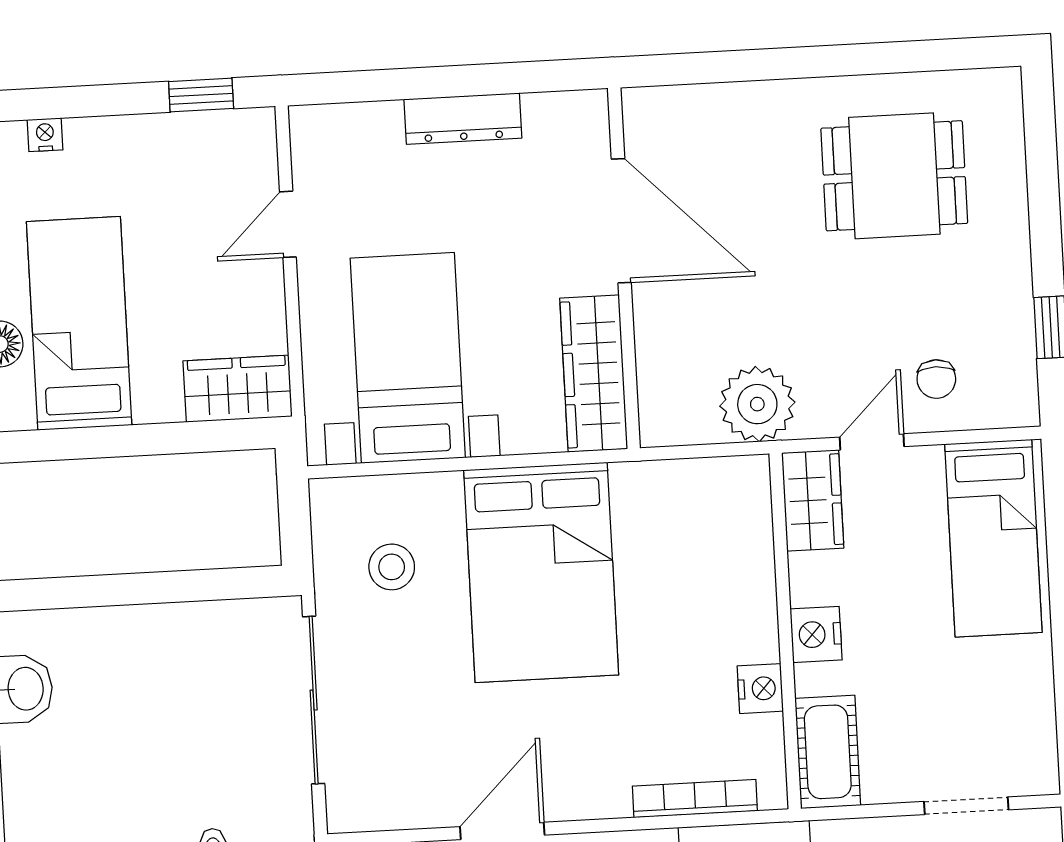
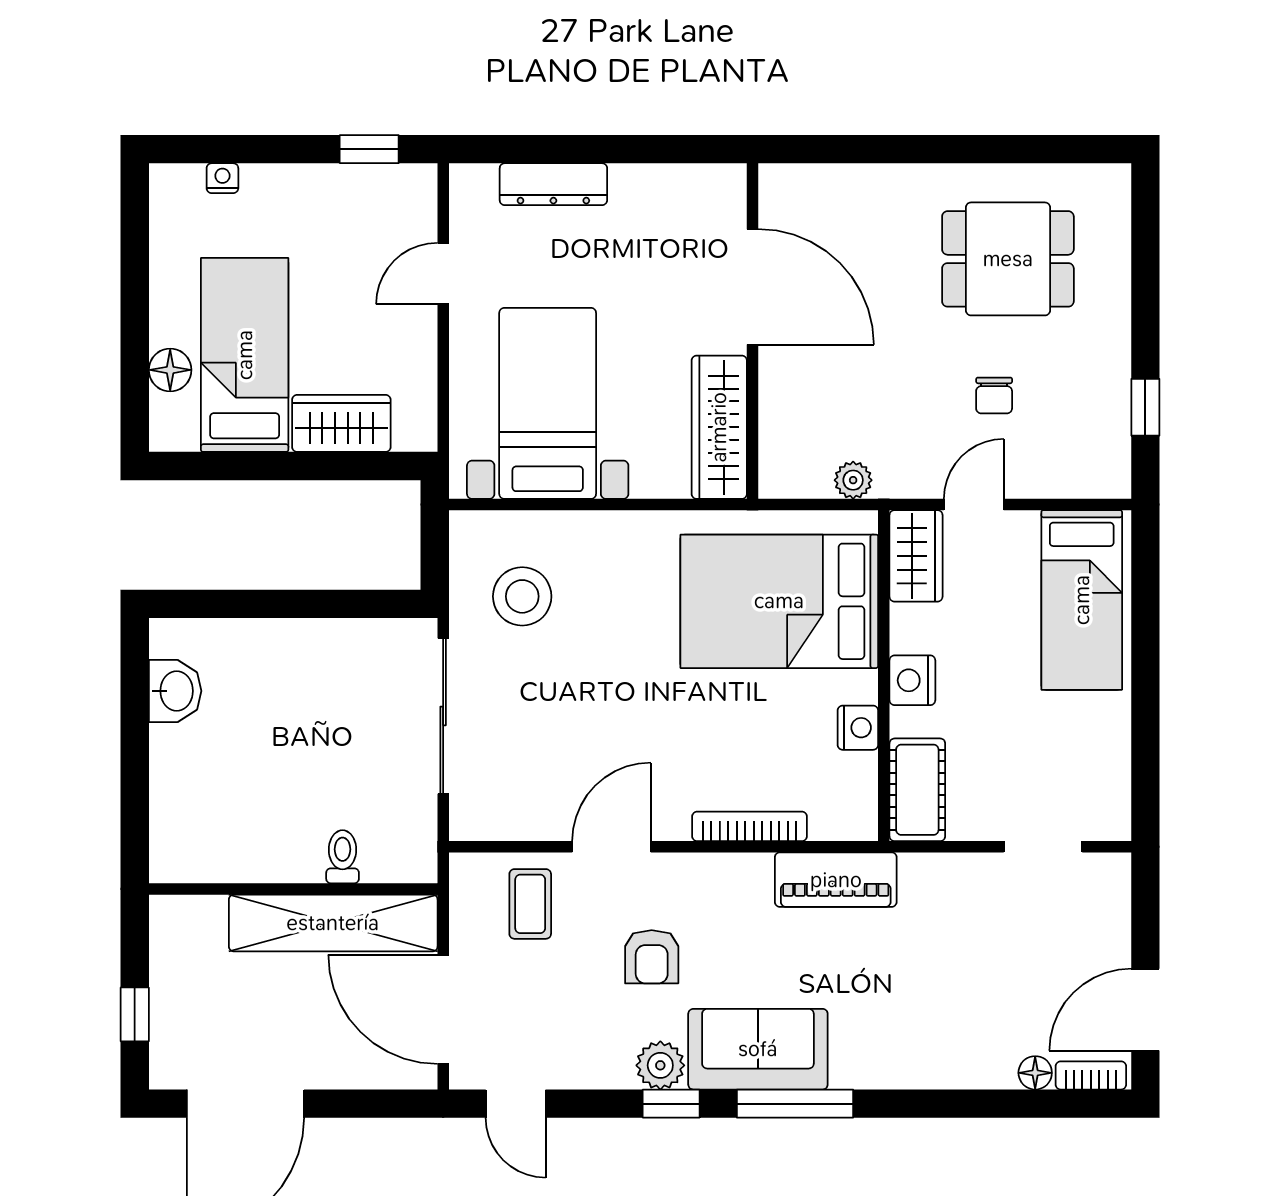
dresser: (463, 119) -> (553, 184), moved
chair: (936, 379) -> (994, 395), moved
wardrobe: (238, 389) -> (341, 423), moved
plant: (757, 404) -> (853, 480), width x0.53, depth x0.53
stool: (392, 567) -> (522, 596), width x1.38, depth x1.38
bed: (541, 572) -> (779, 601), moved, turned 90
bookcase: (695, 798) -> (750, 826), moved

